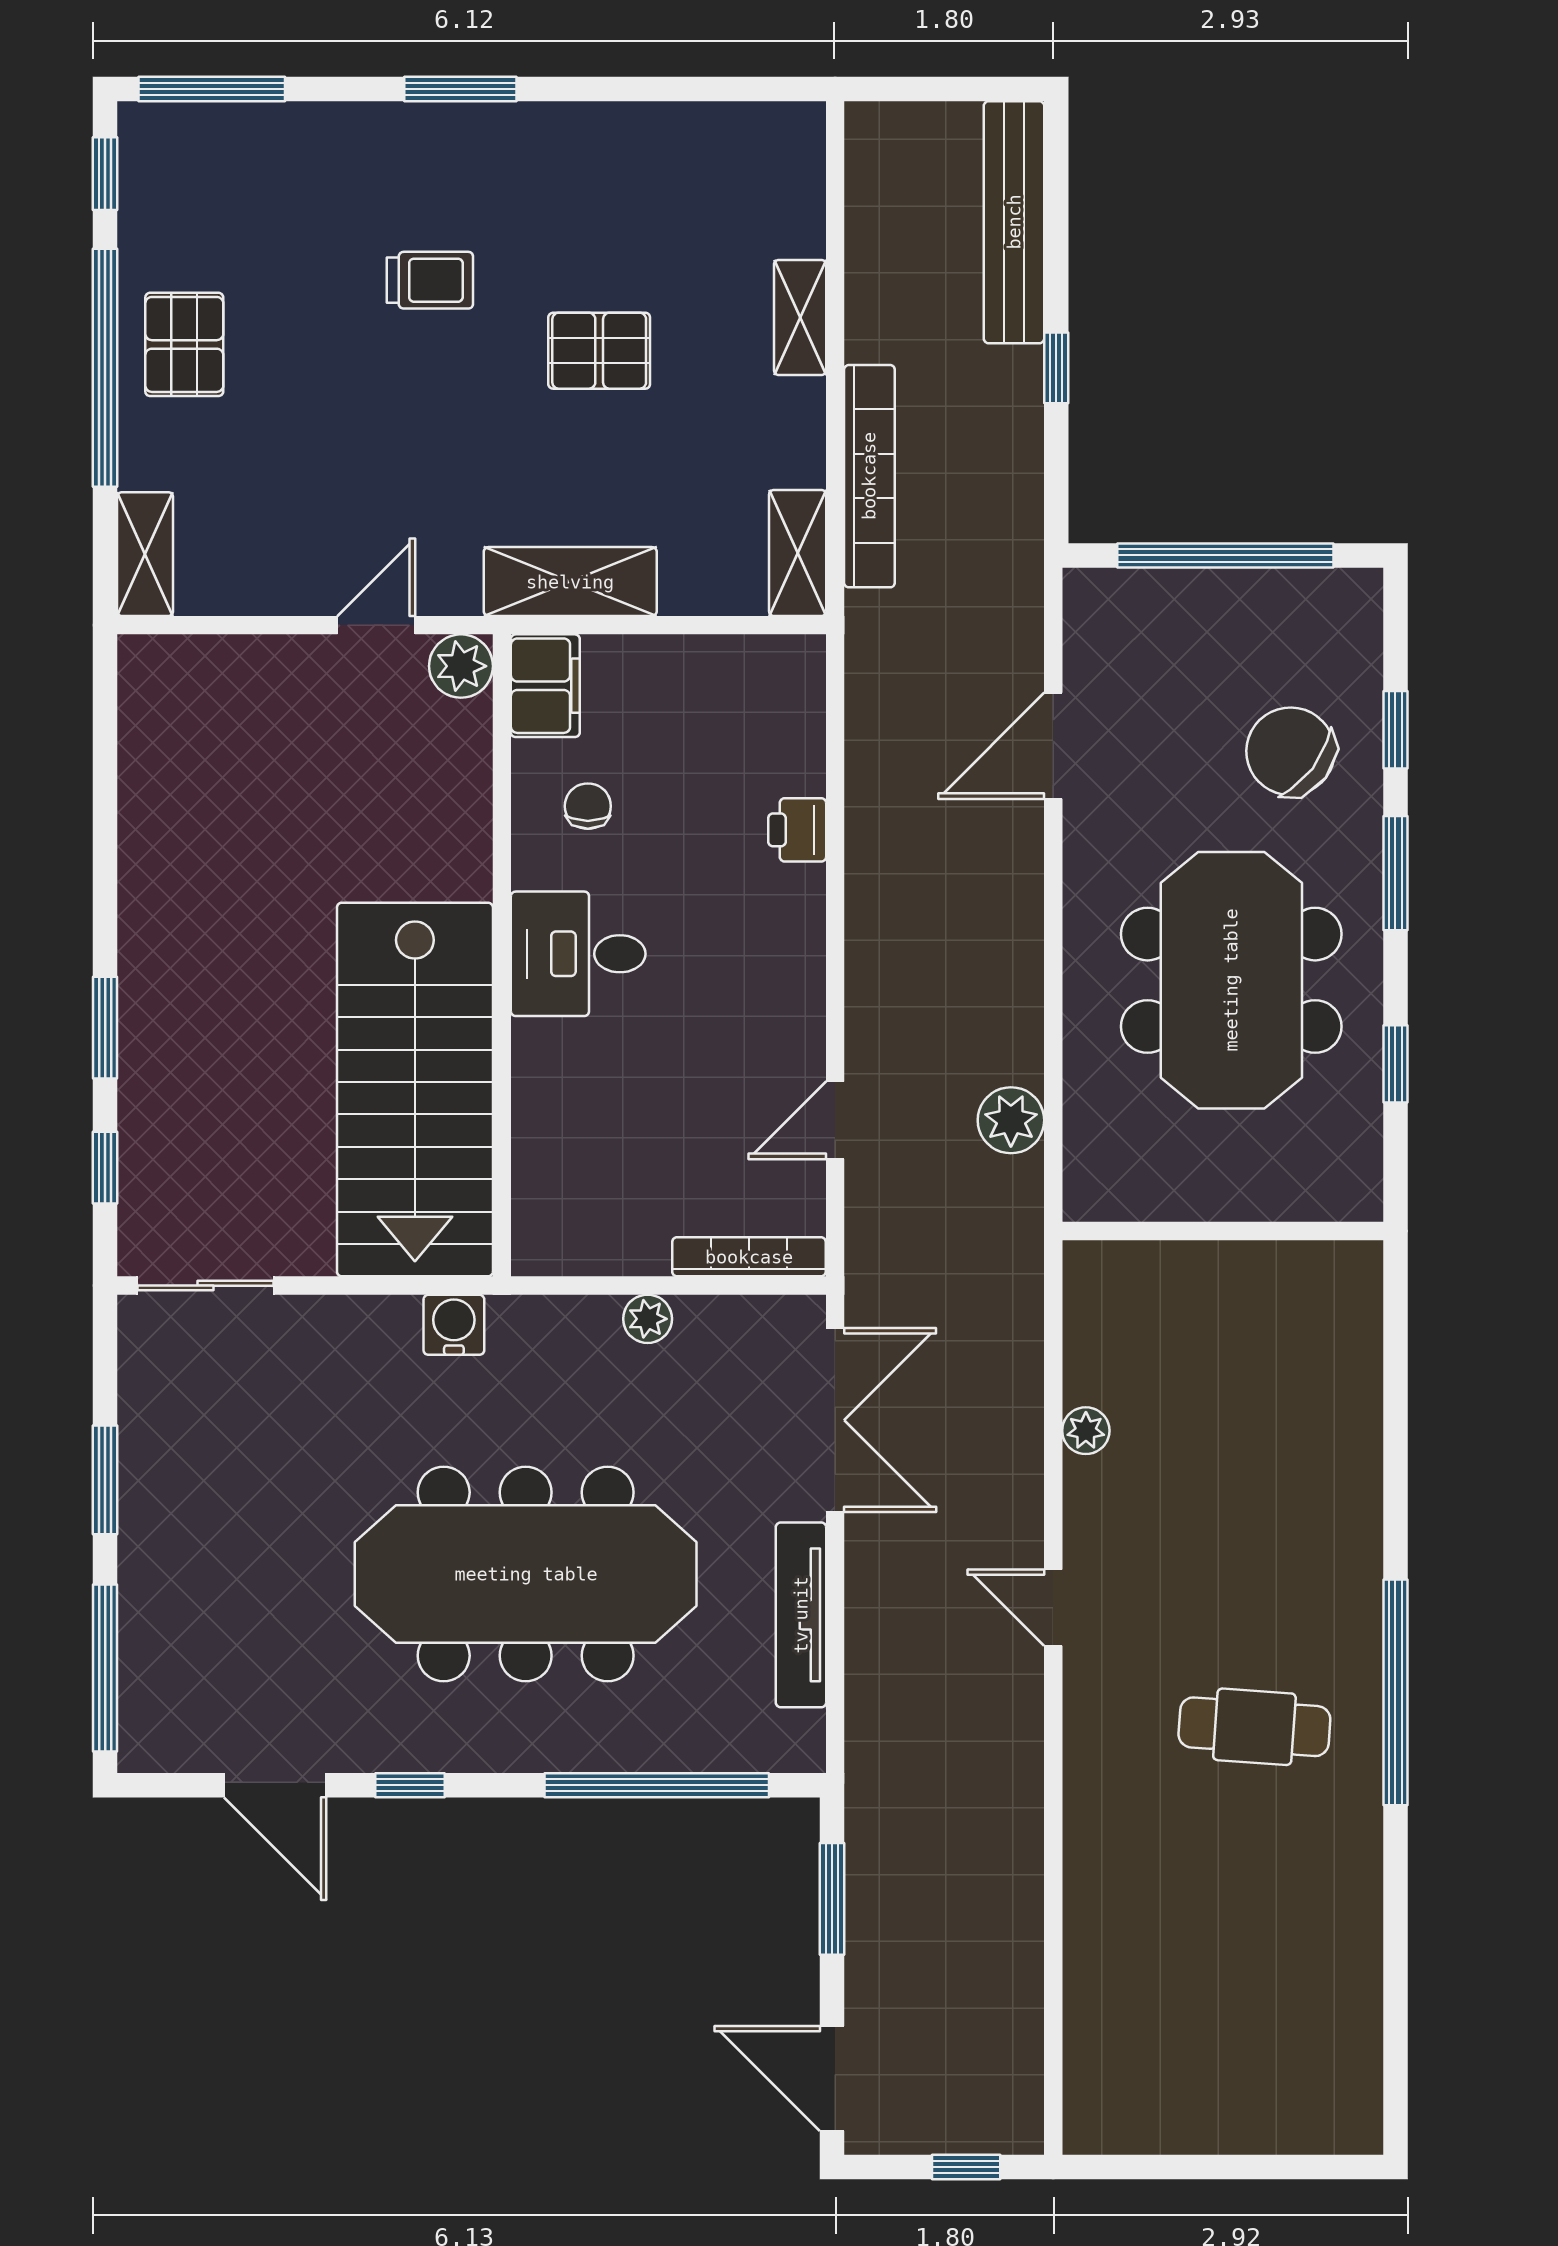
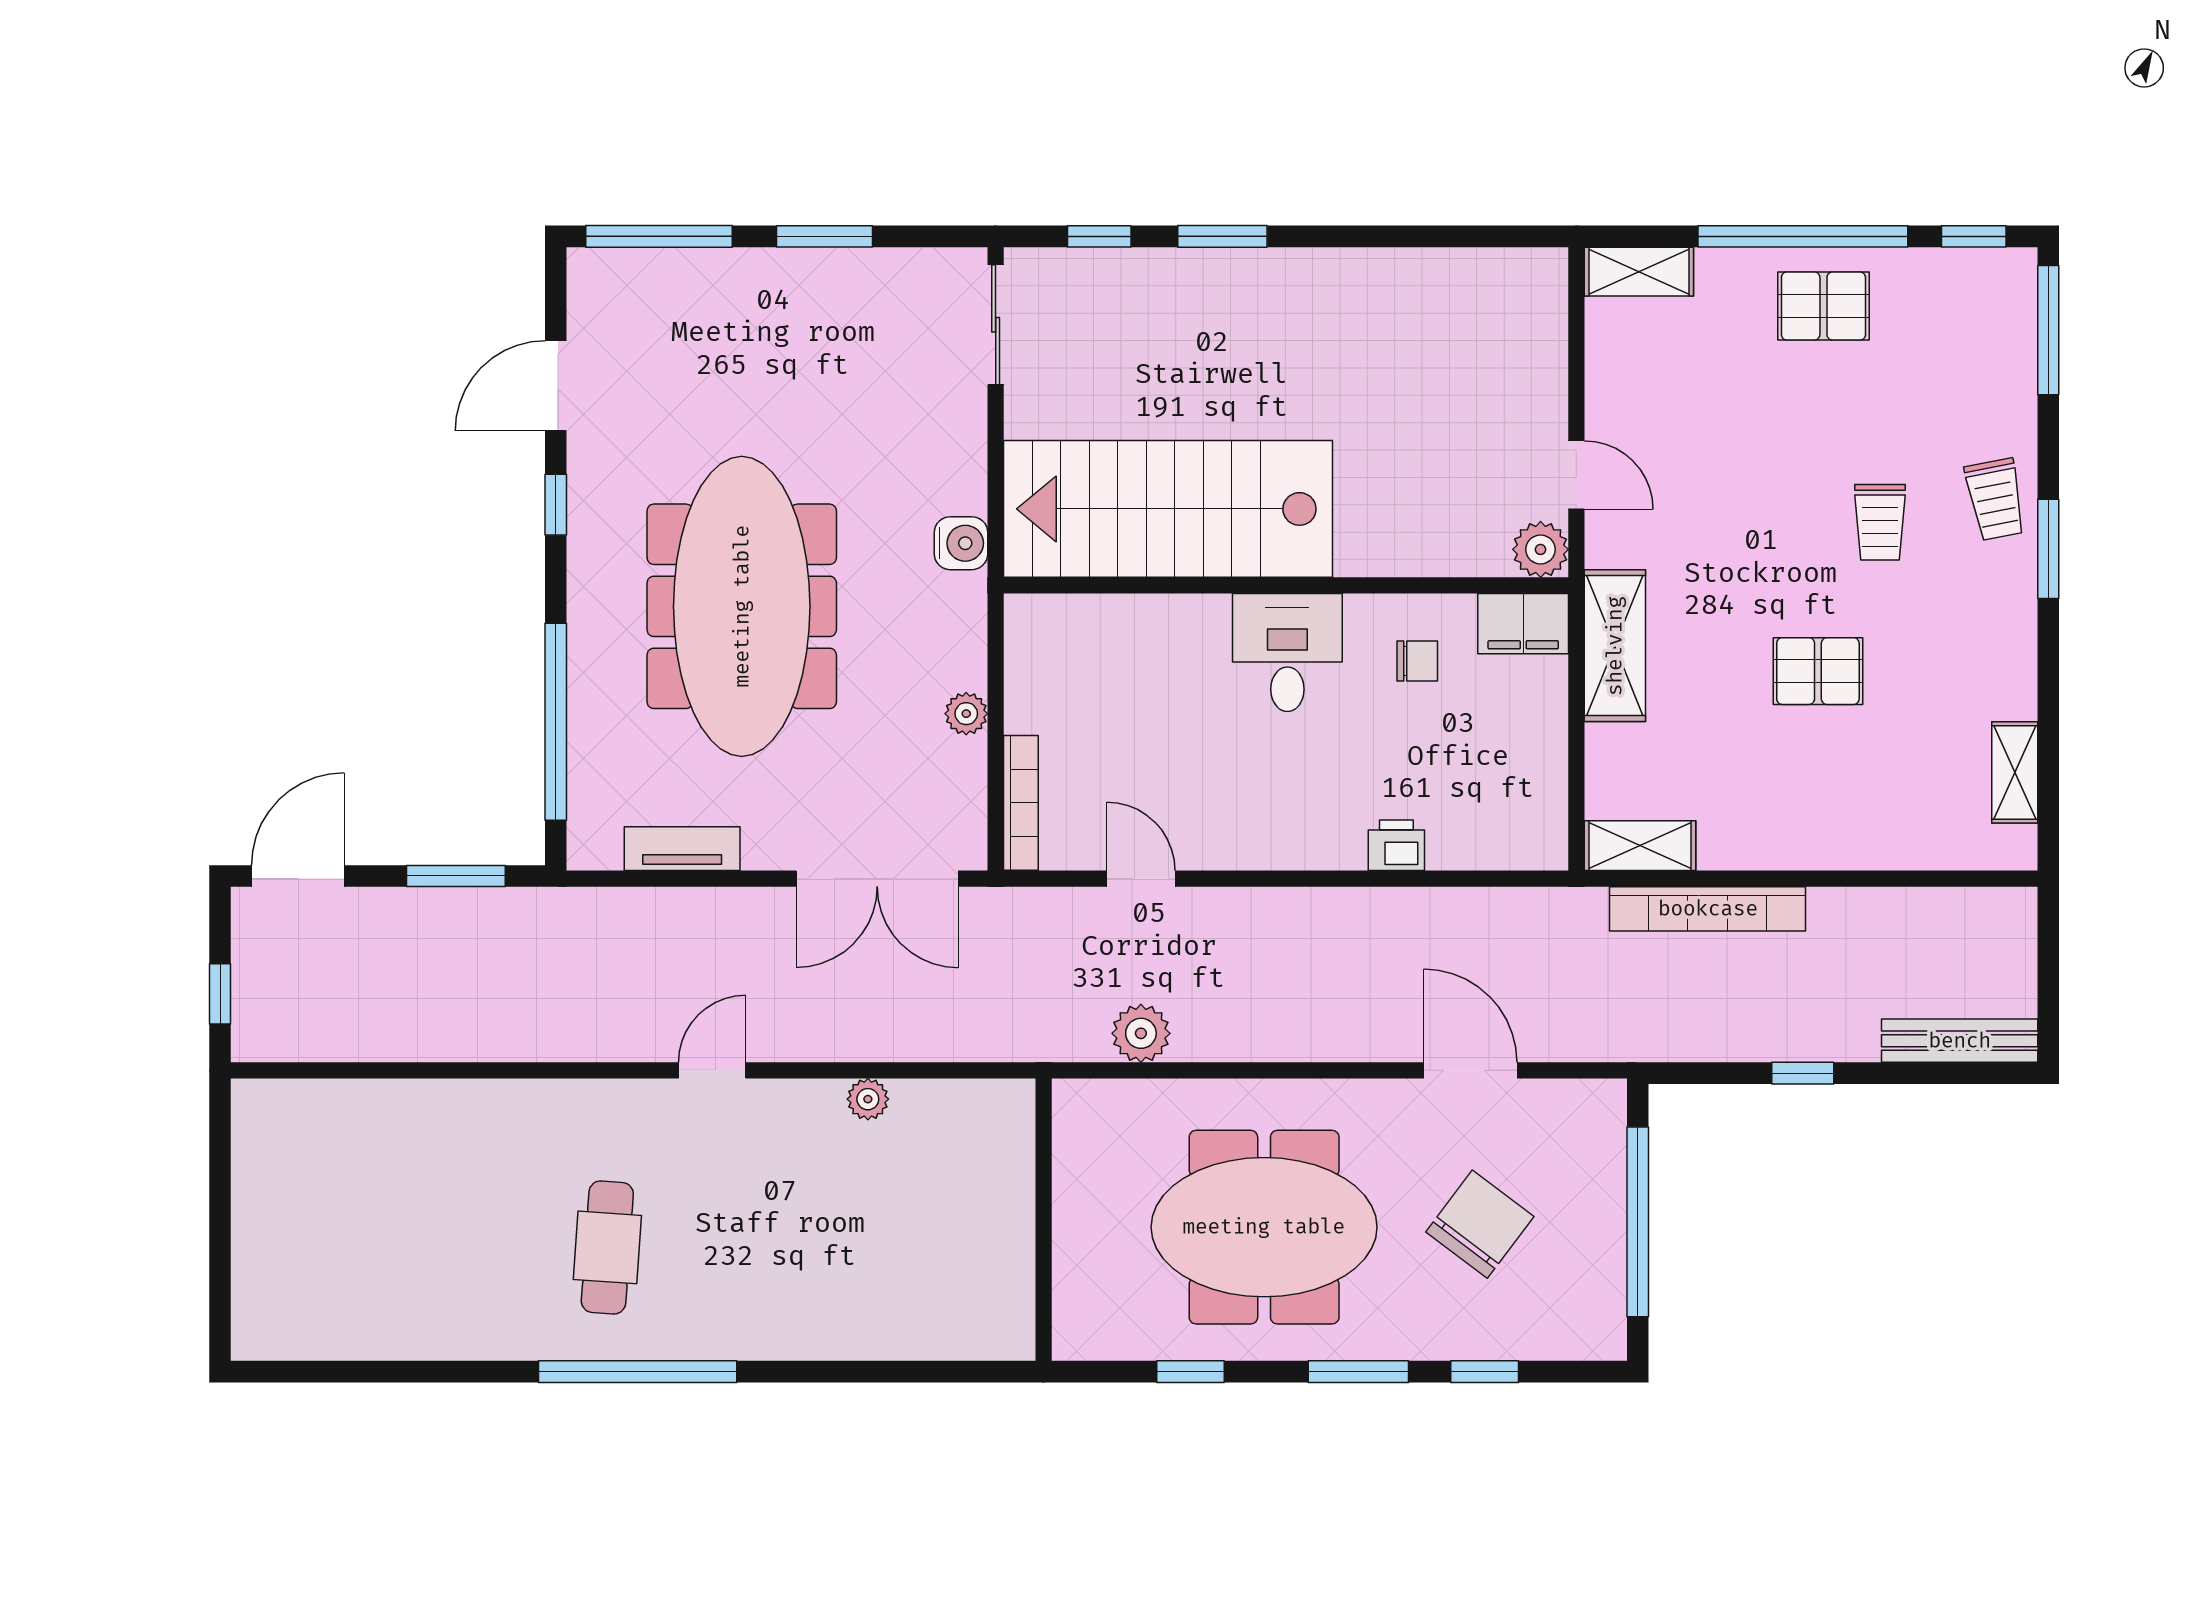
trolley: (404, 149) -> (1995, 499), added
bench: (1014, 222) -> (1960, 1041), width x0.73, depth x0.82
shelving: (800, 317) -> (2015, 772), moved, turned 90
pallet: (599, 351) -> (1818, 671), turned 90
chair: (1290, 751) -> (1480, 1224), moved
tv unit: (801, 1615) -> (682, 849), width x0.71

